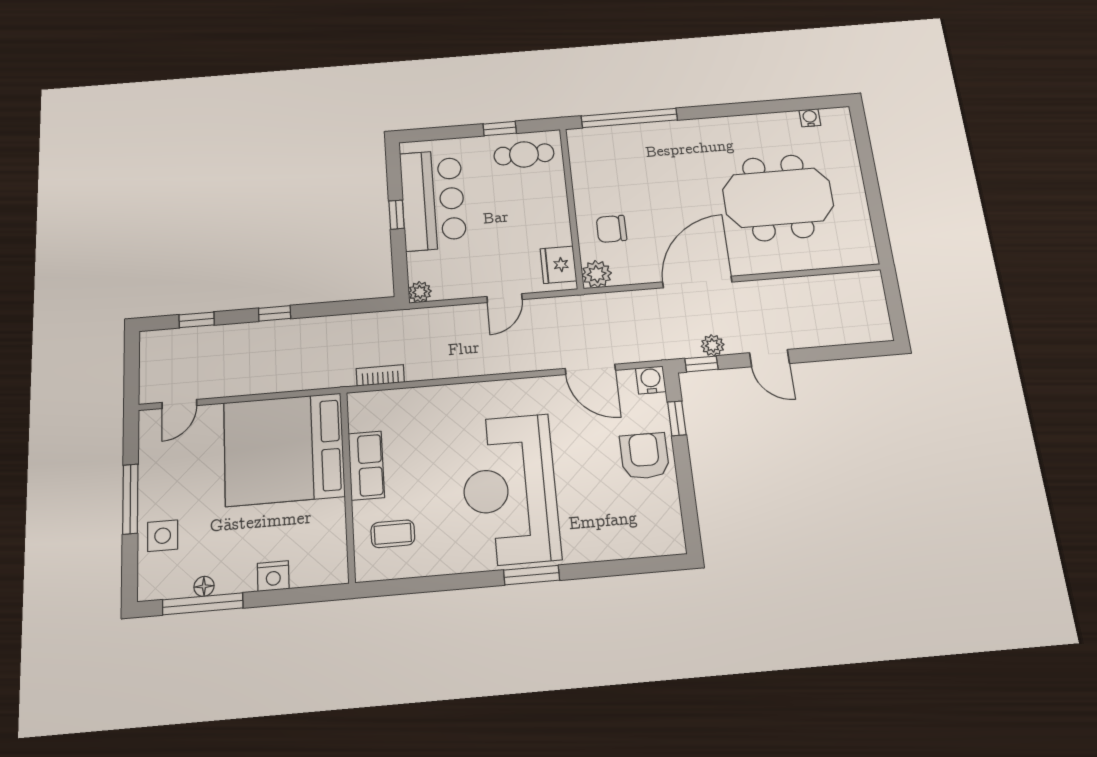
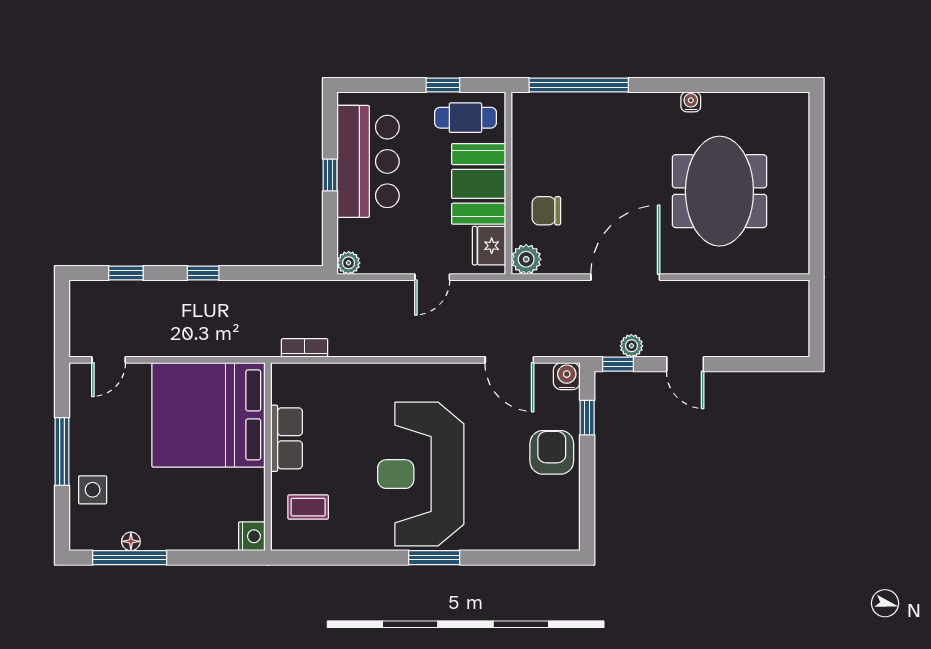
water cooler: (810, 118) -> (691, 102), moved
meeting table: (778, 198) -> (719, 191), turned 90
booth: (542, 211) -> (479, 184), added
nightstand: (273, 576) -> (252, 536), moved, turned -90

